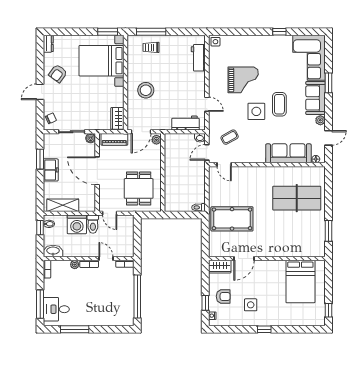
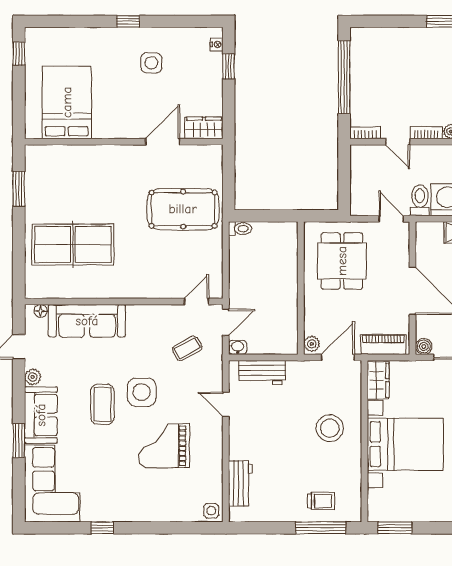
bed with nightstands: (101, 61) -> (405, 444), moved
door: (224, 165) -> (196, 302), hinge flipped
armchair: (223, 296) -> (198, 77), removed

